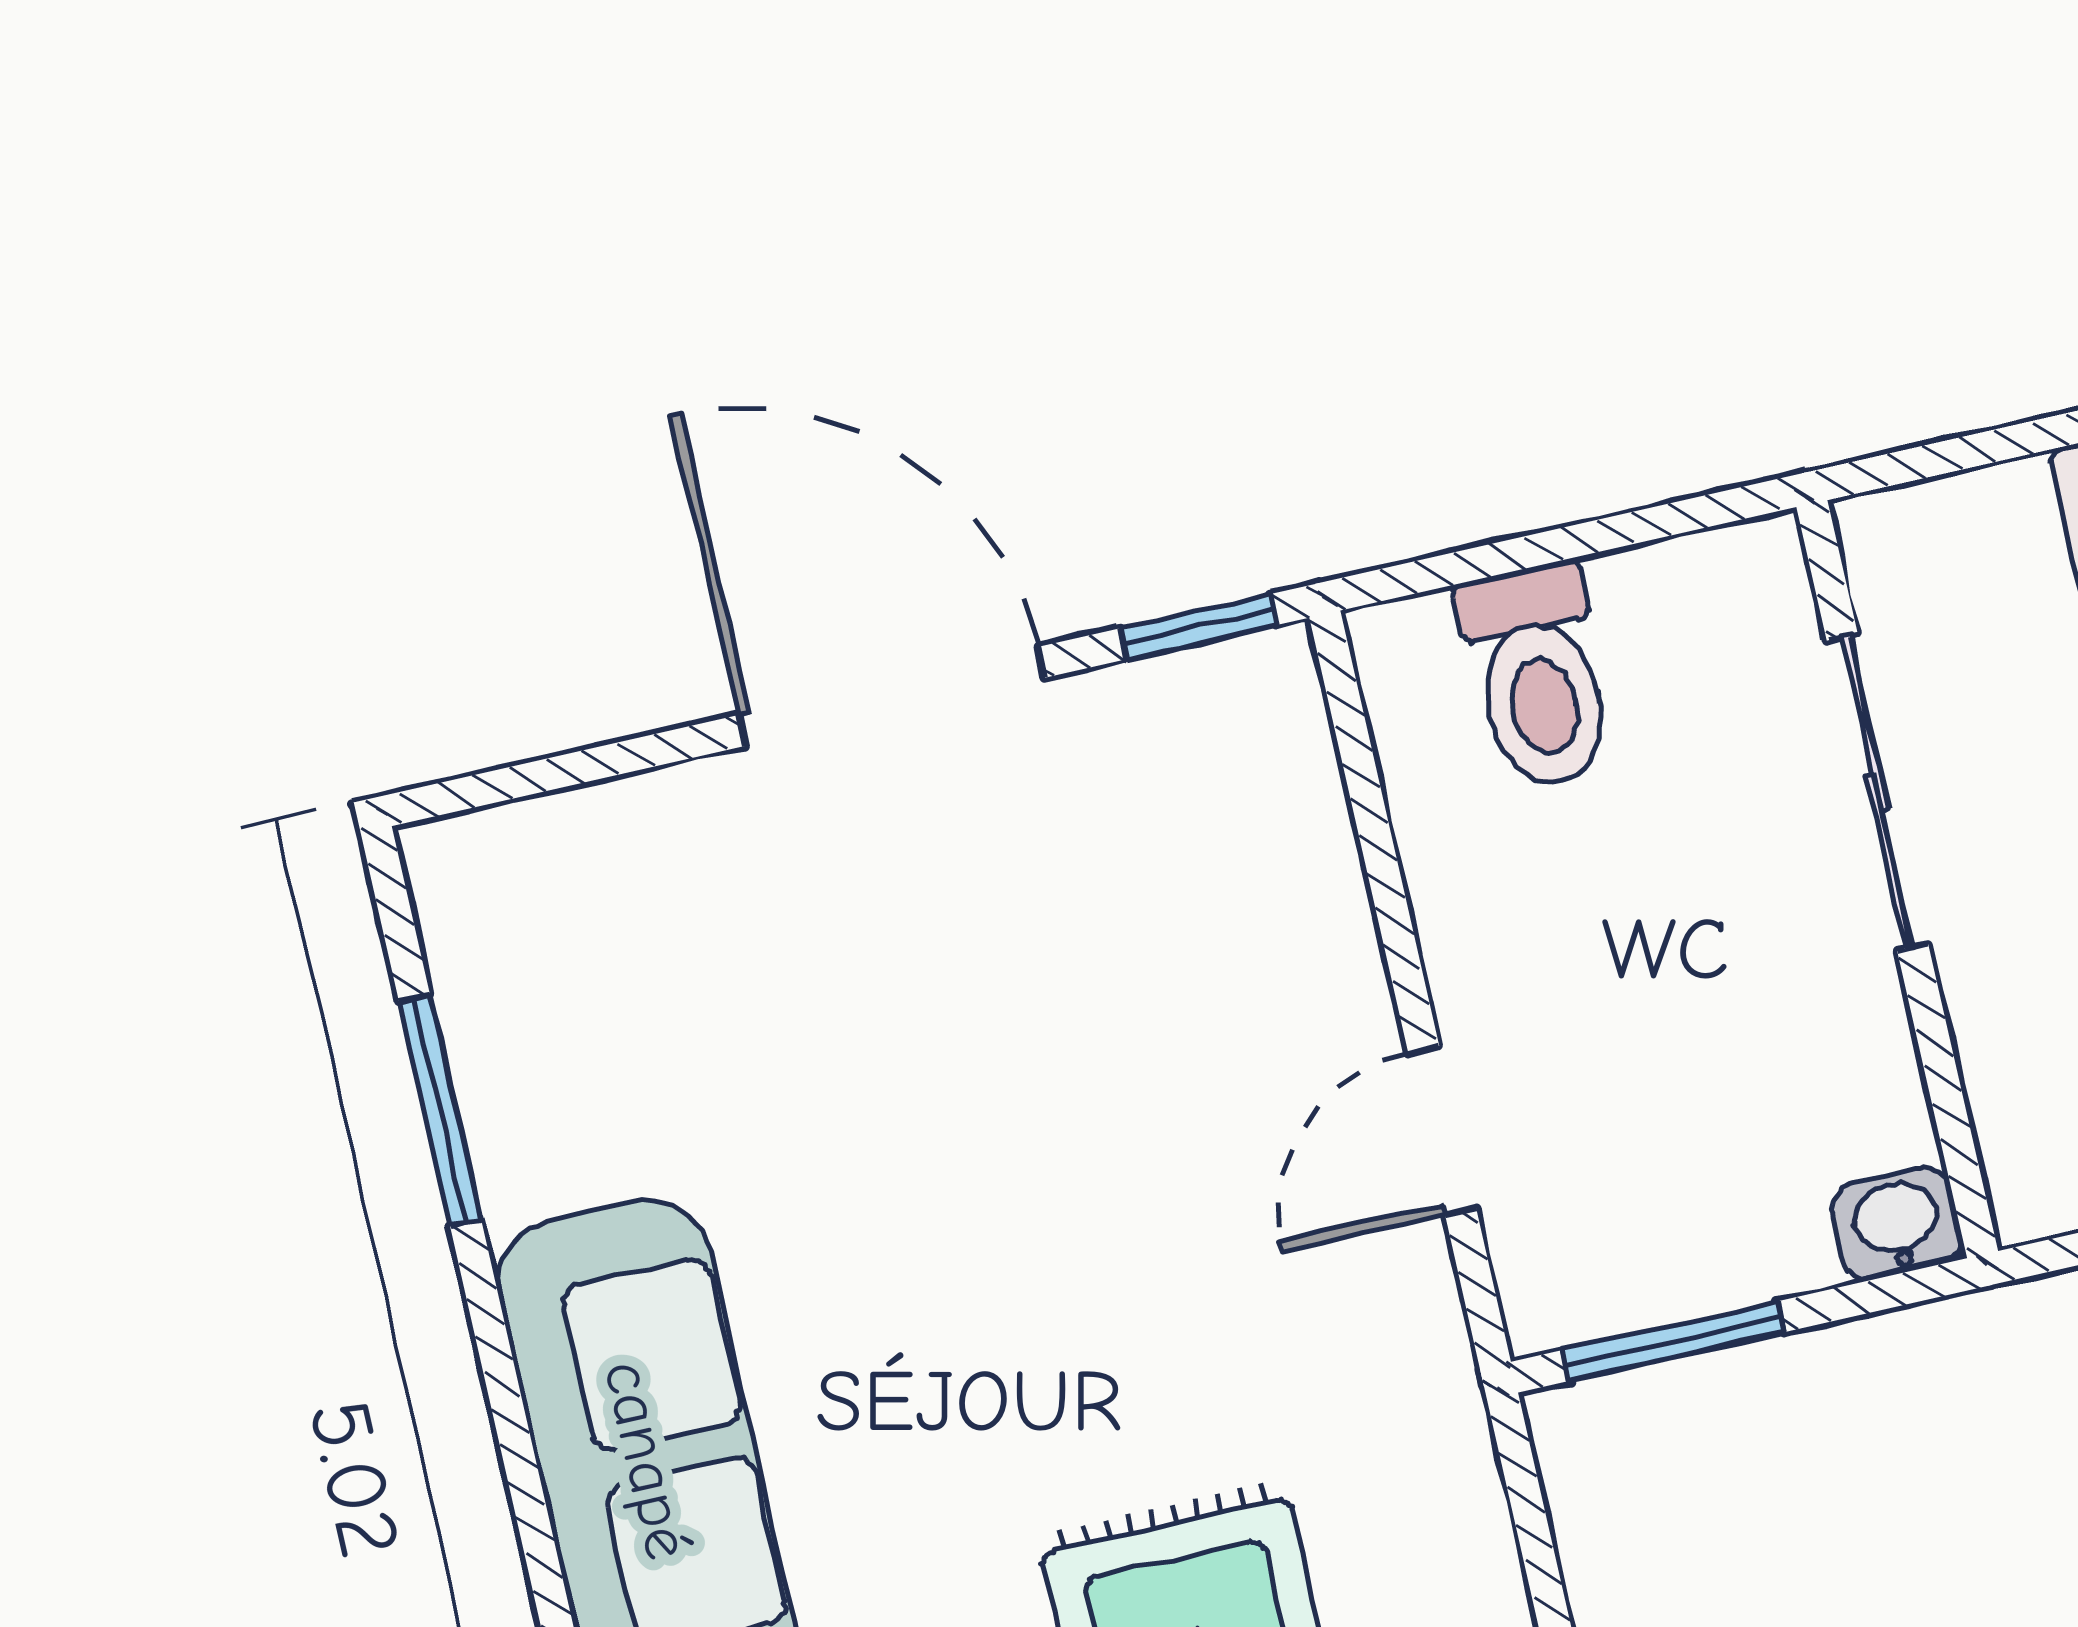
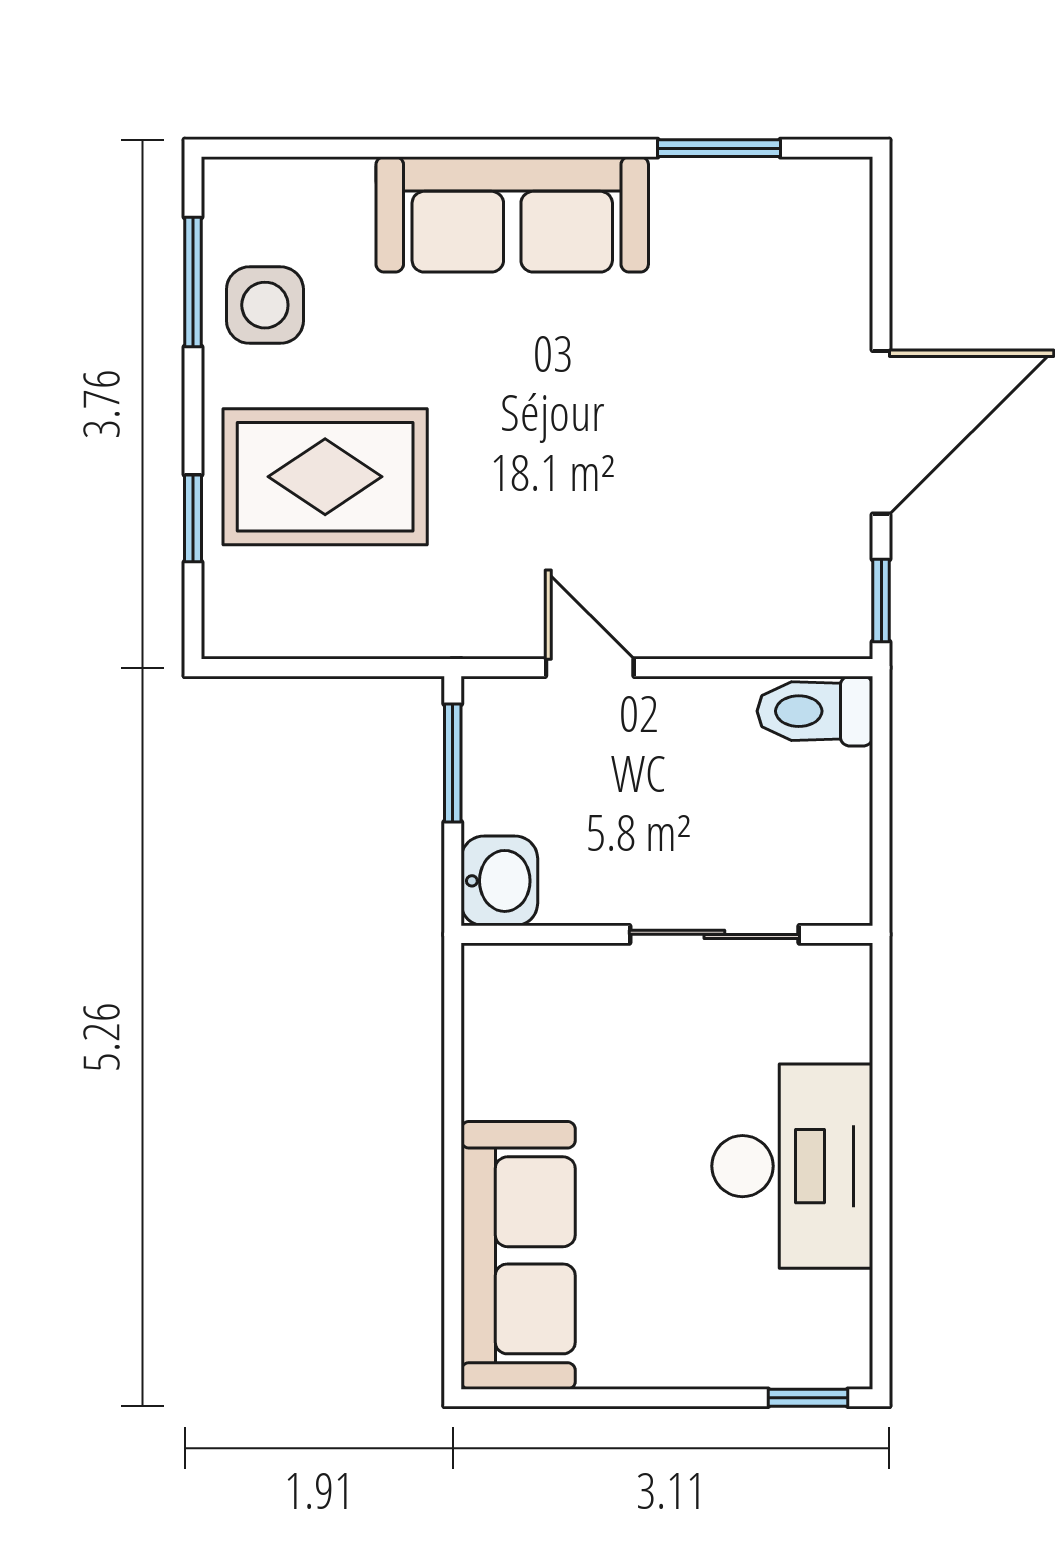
toilet: (1538, 677) -> (815, 711), moved
washbasin: (1897, 1224) -> (499, 881), width x1.38, depth x1.45

